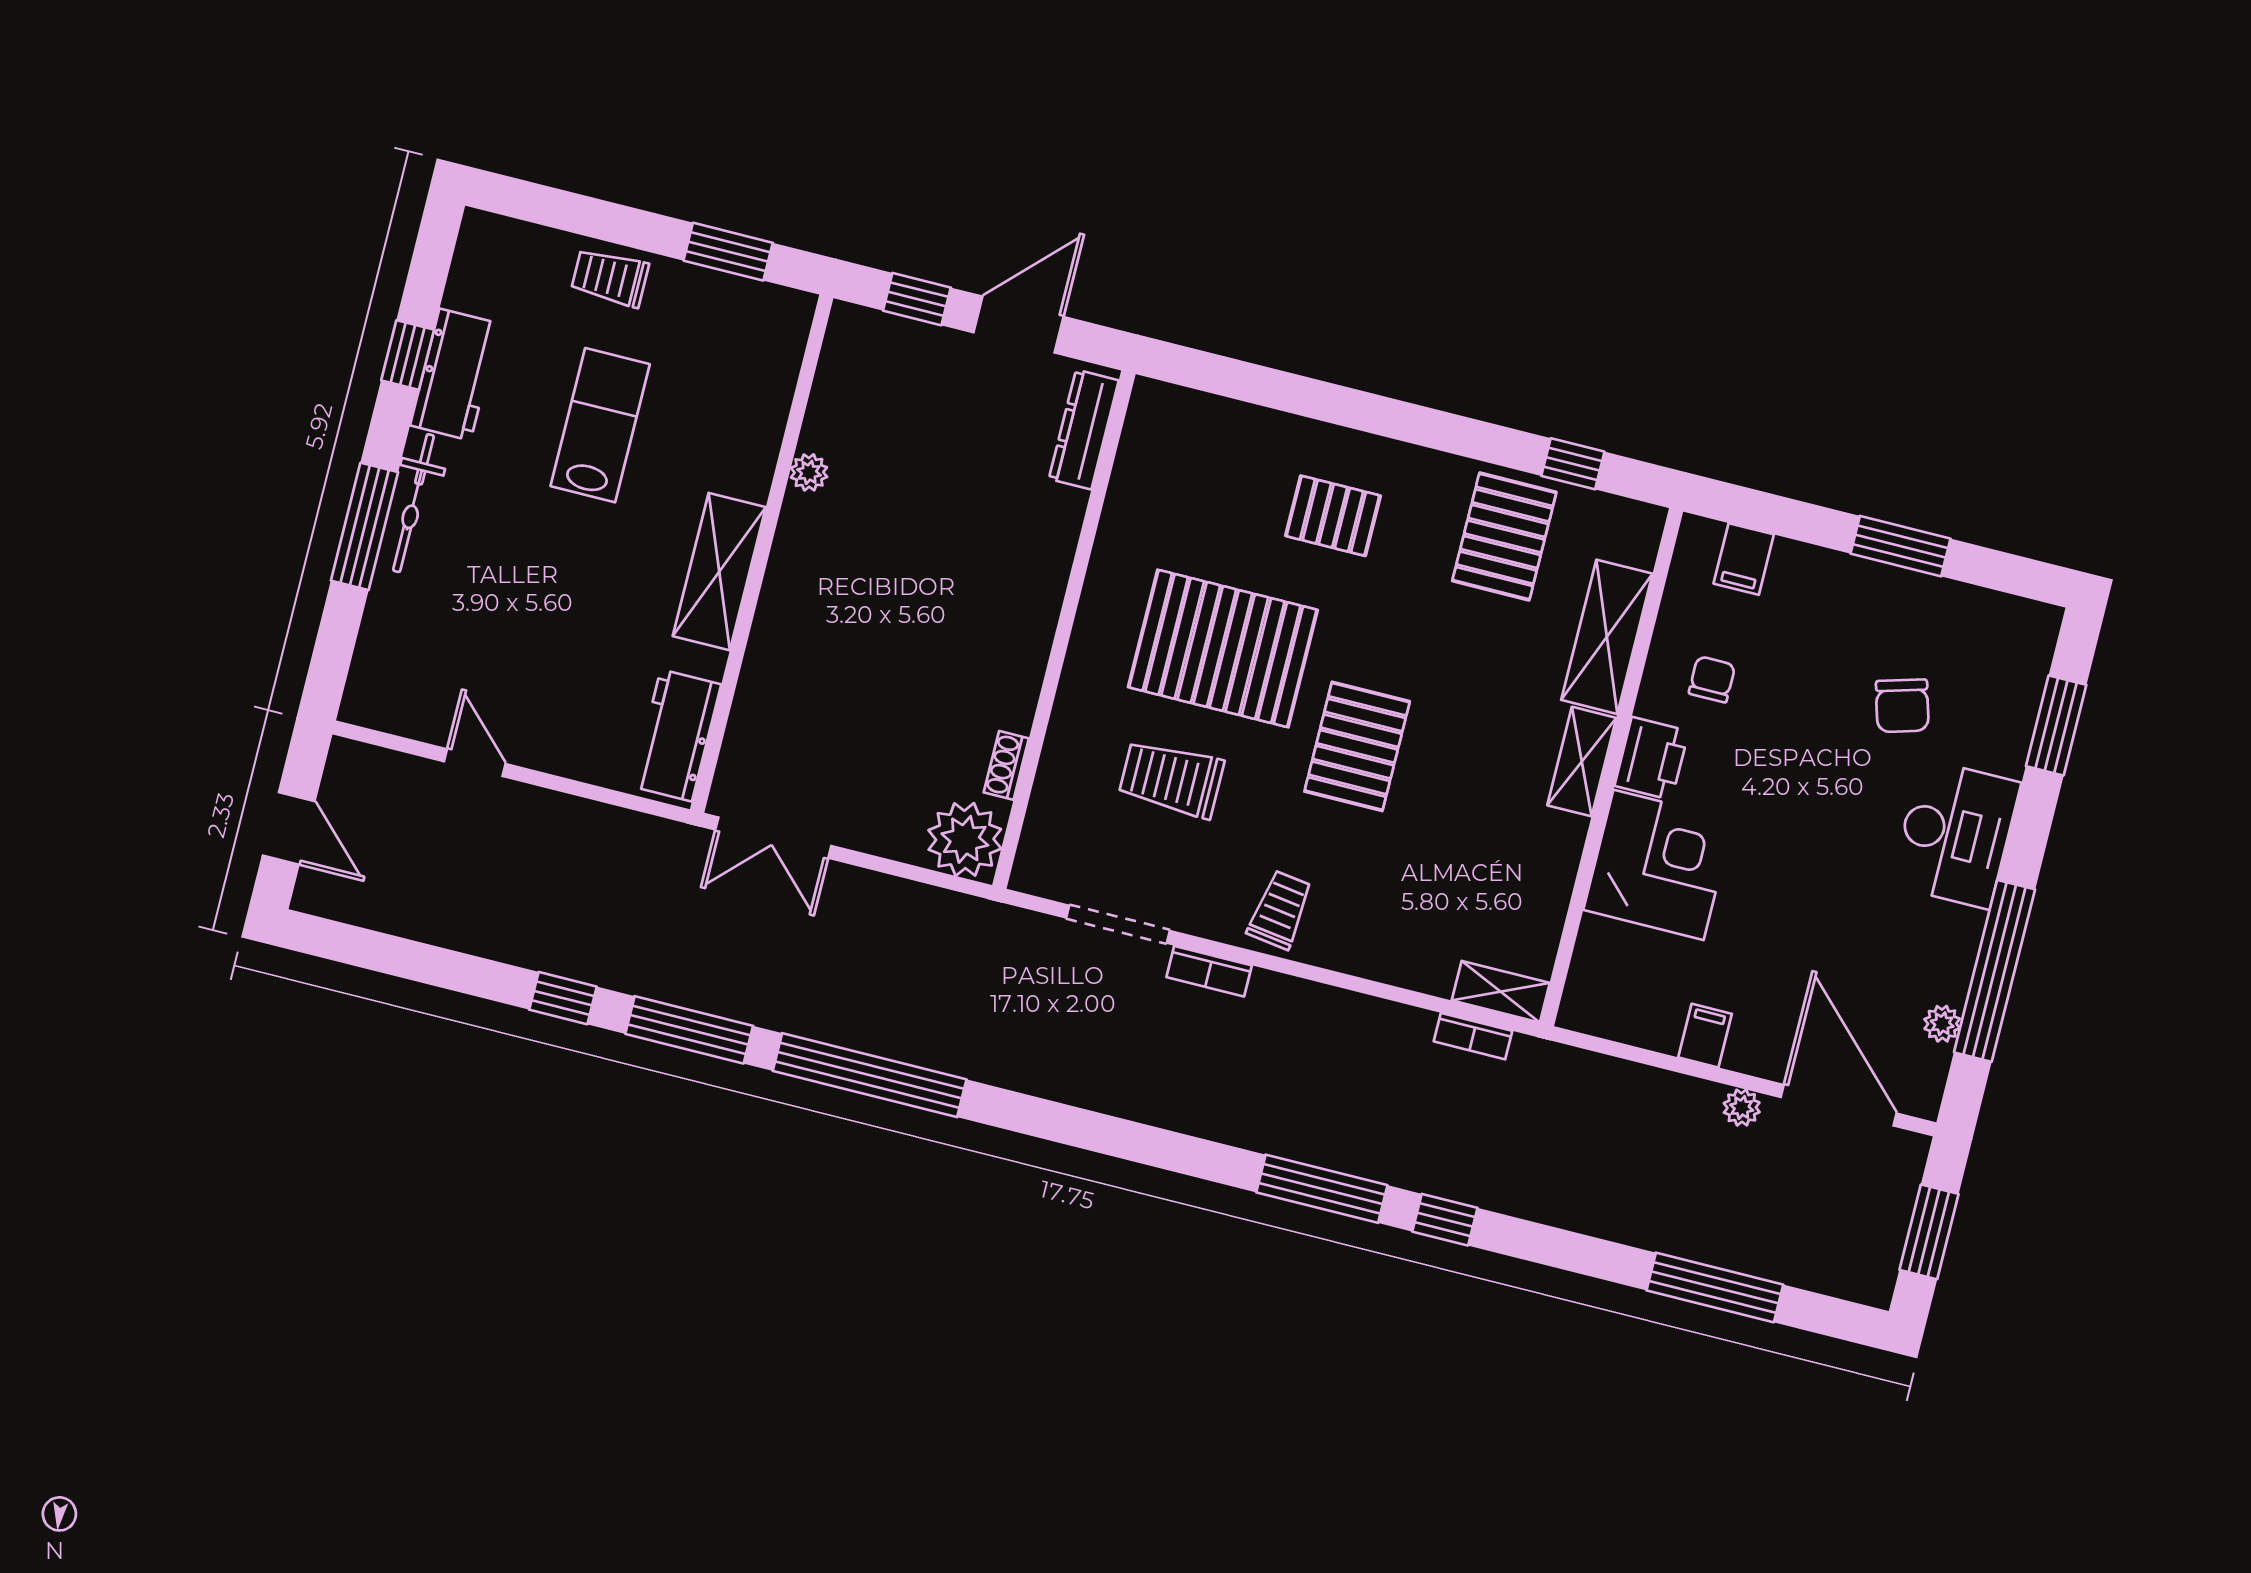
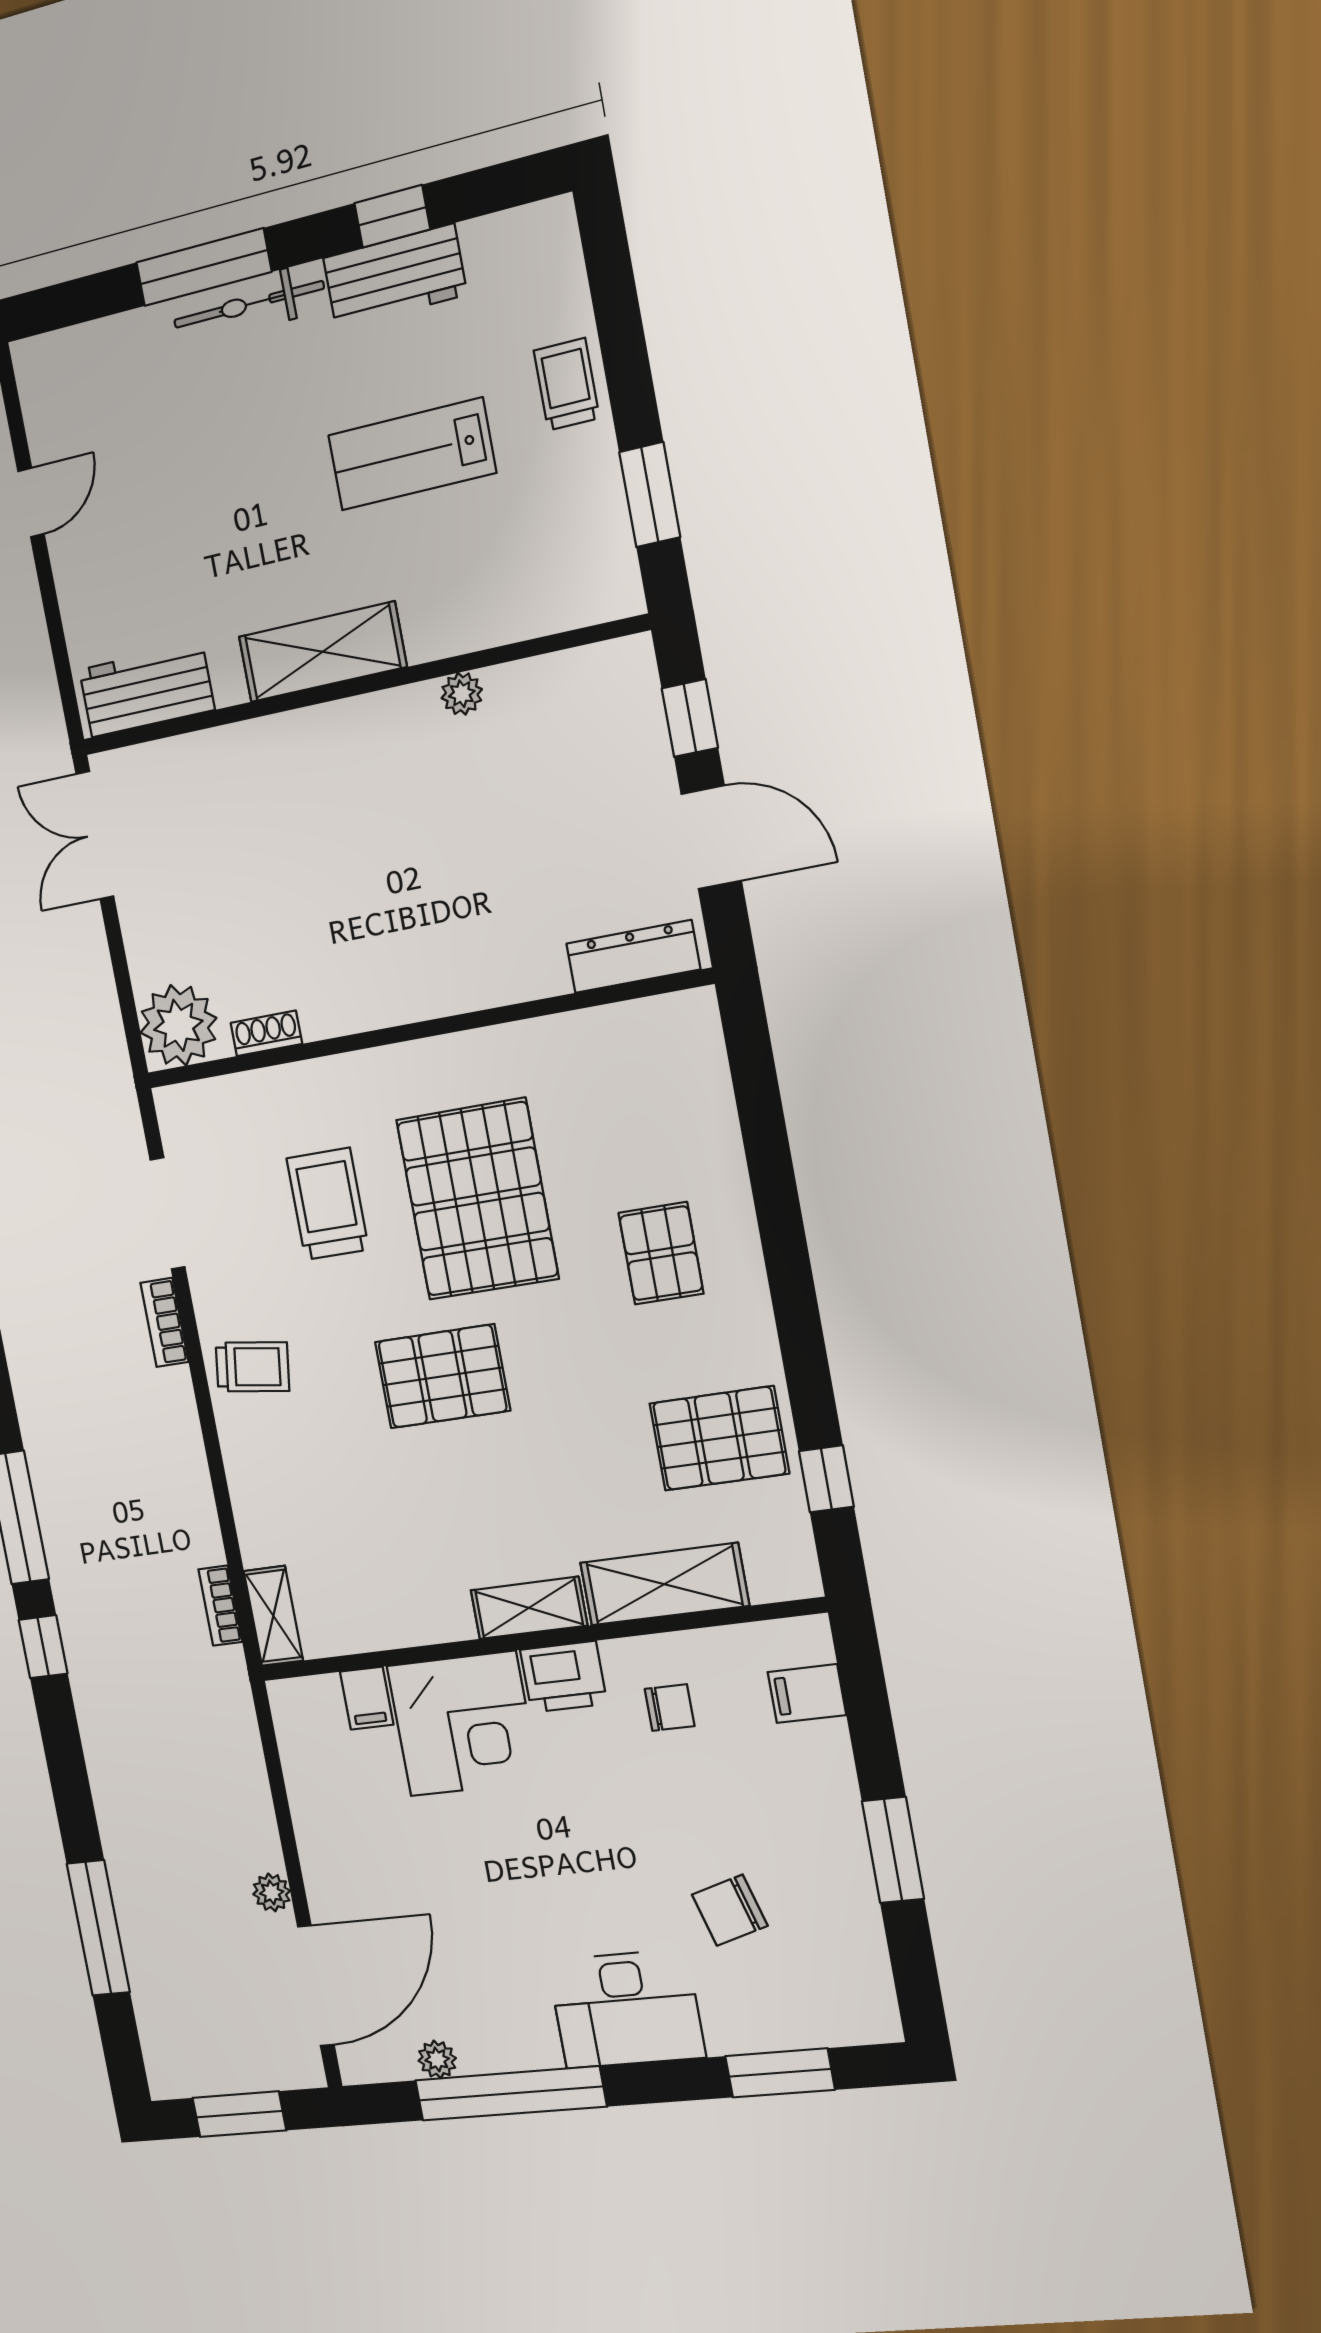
lab bench: (600, 425) -> (412, 454), turned 180
filing cabinet: (1705, 1036) -> (367, 1698), moved, turned 90

